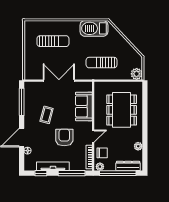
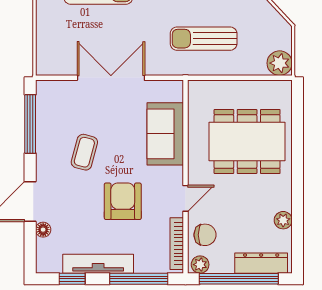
dining table: (122, 110) -> (247, 141), turned 90

